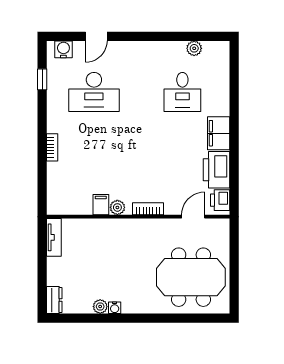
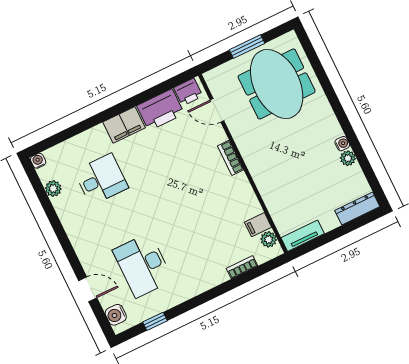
water cooler: (224, 47) -> (38, 161), added
desk: (94, 92) -> (143, 265), turned 180
bookcase: (52, 147) -> (242, 267), moved
filing cabinet: (101, 205) -> (258, 225), moved
plant: (117, 207) -> (269, 239), moved
window: (234, 268) -> (247, 47), added
dresser: (54, 300) -> (357, 209), width x1.44

